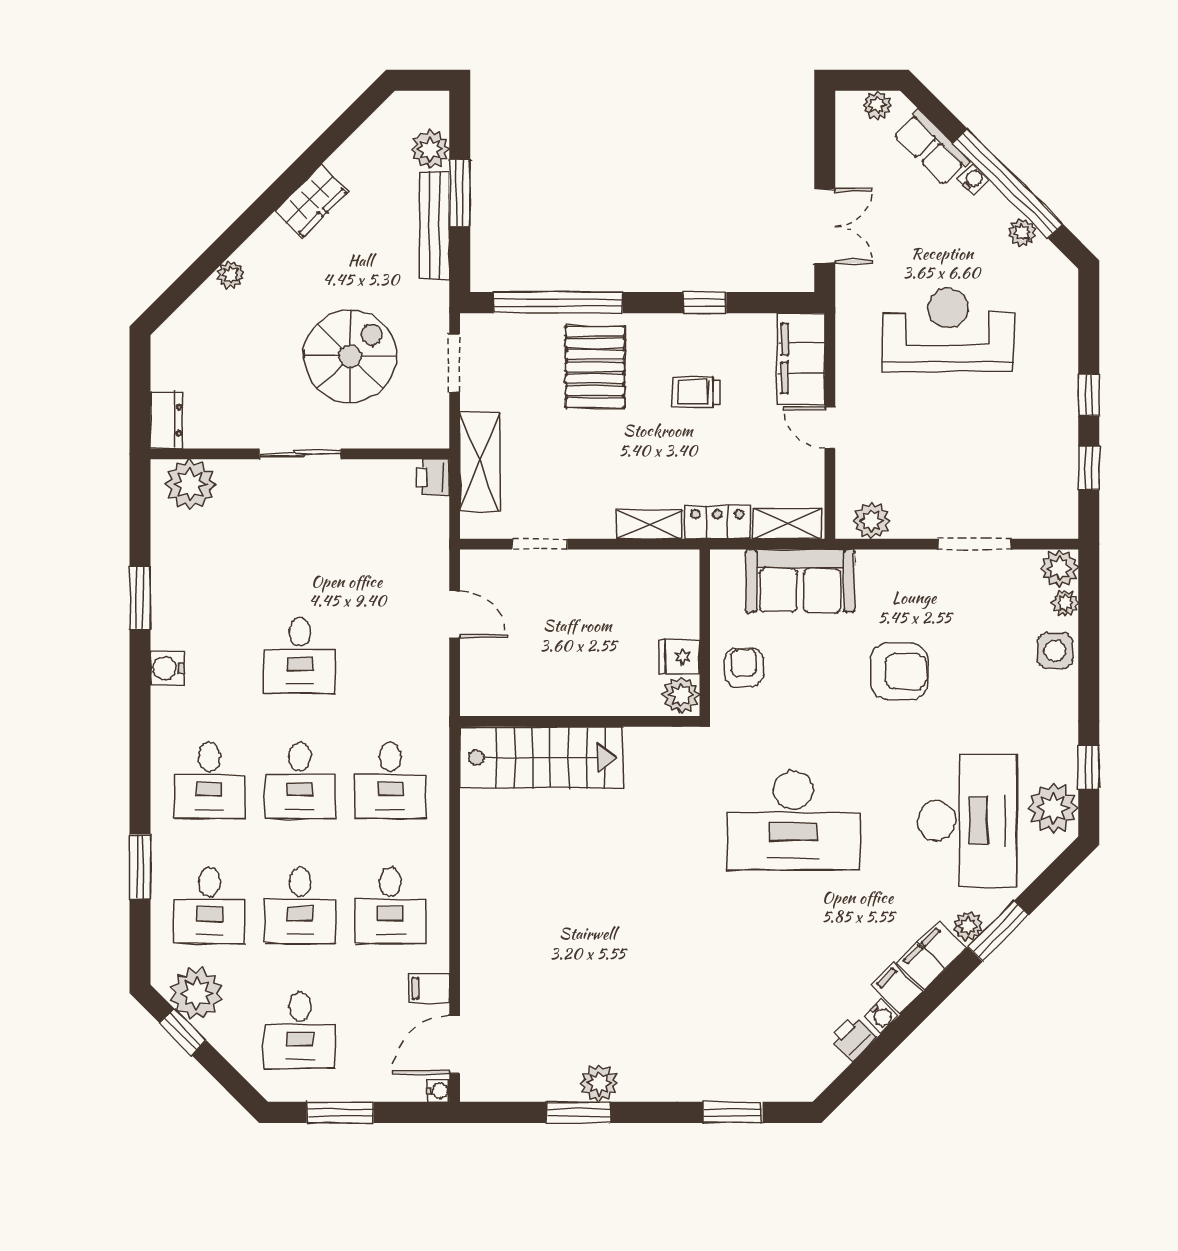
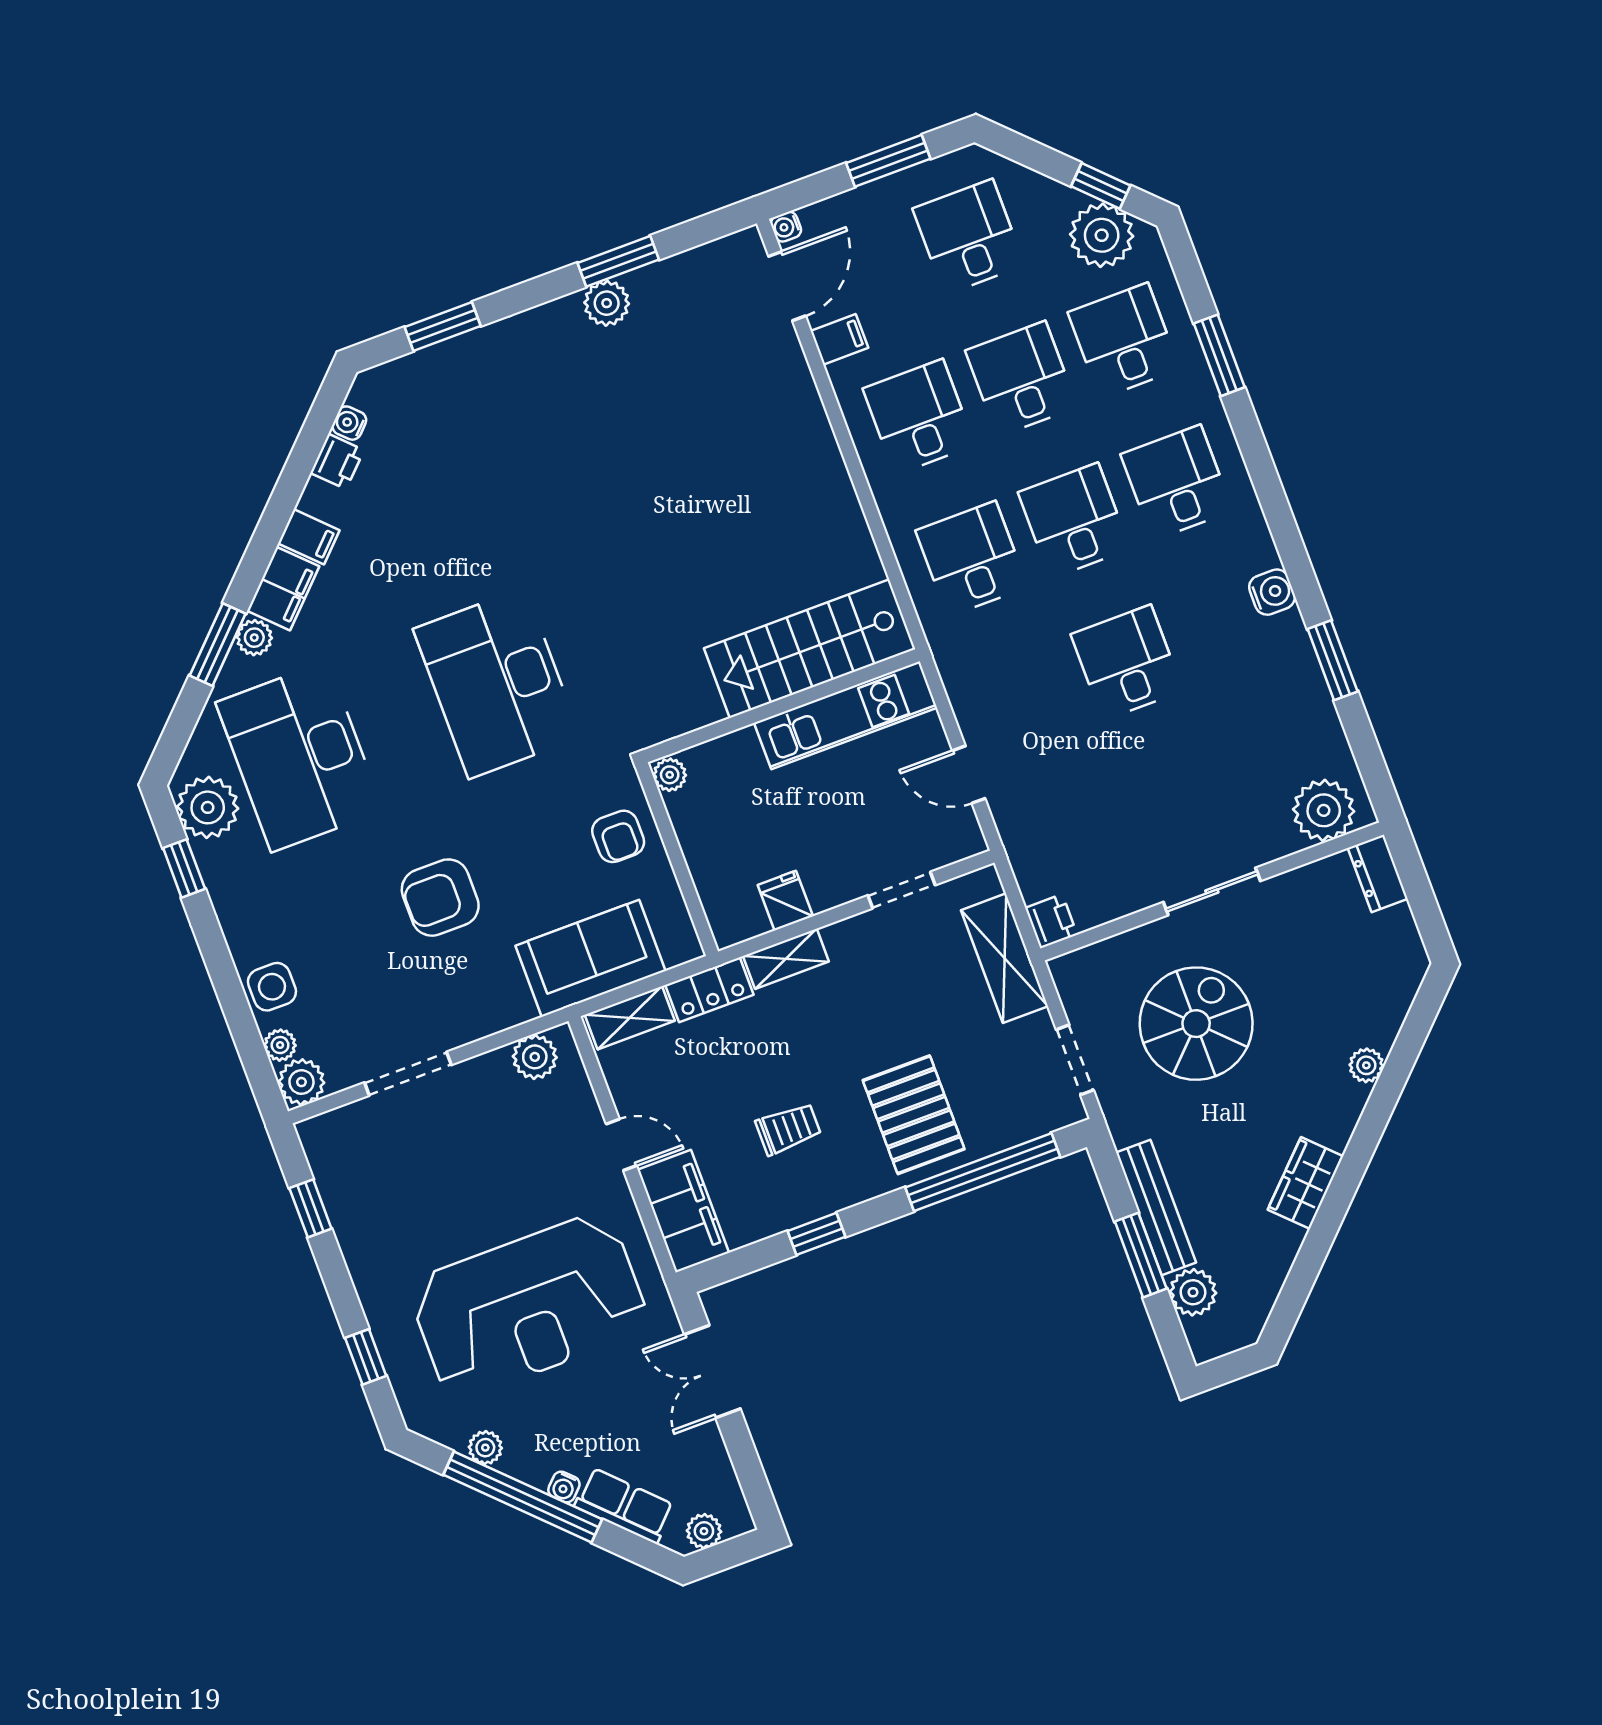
reception desk: (948, 330) -> (529, 1306), width x1.36, depth x1.30
spiral stairs: (350, 356) -> (1196, 1024), turned 180
window: (1089, 395) -> (366, 1357), moved
fridge: (679, 657) -> (785, 901), moved, turned -90
plant: (681, 695) -> (670, 775), width x0.73, depth x0.73
kitchen unit: (533, 696) -> (846, 715), added
desk: (793, 821) -> (497, 683), turned -90
water cooler: (881, 1016) -> (349, 423), moved

